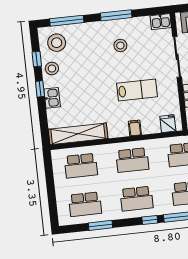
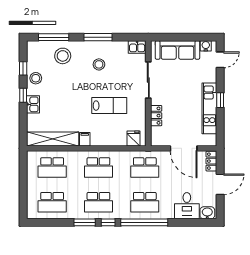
stool: (57, 43) -> (63, 56), moved
filing cabinet: (135, 128) -> (85, 139), moved
window: (100, 225) -> (85, 222), moved

